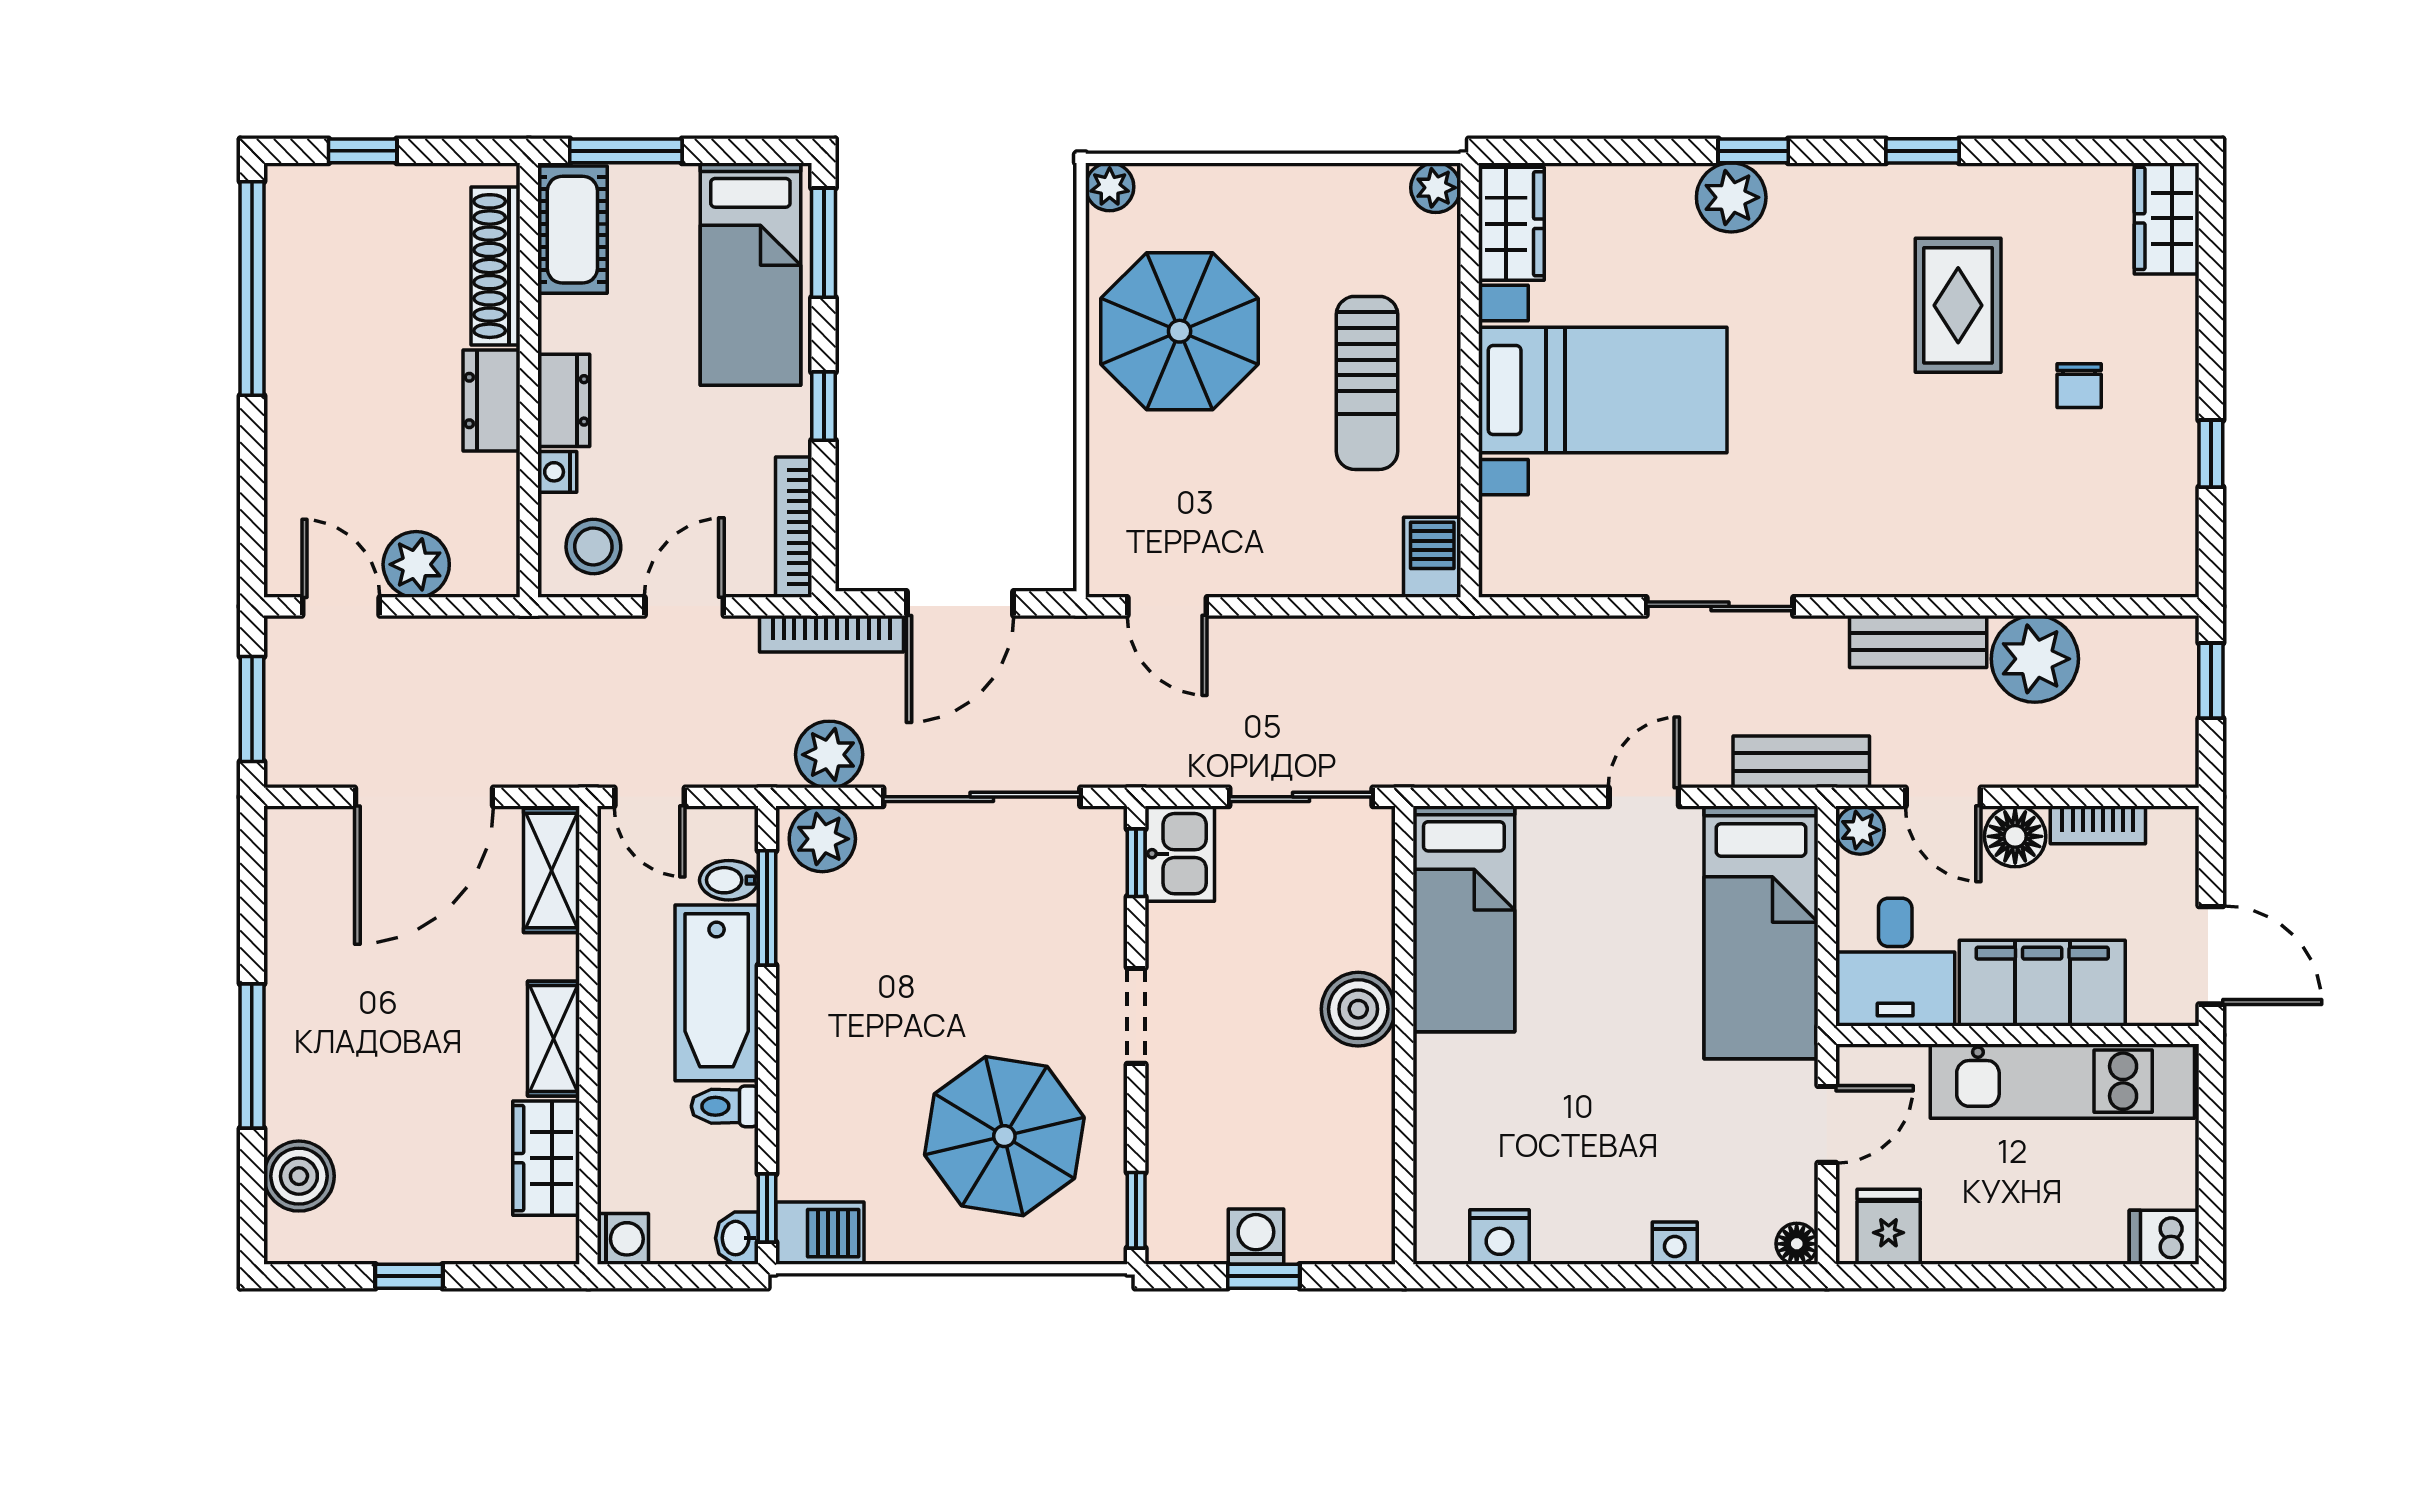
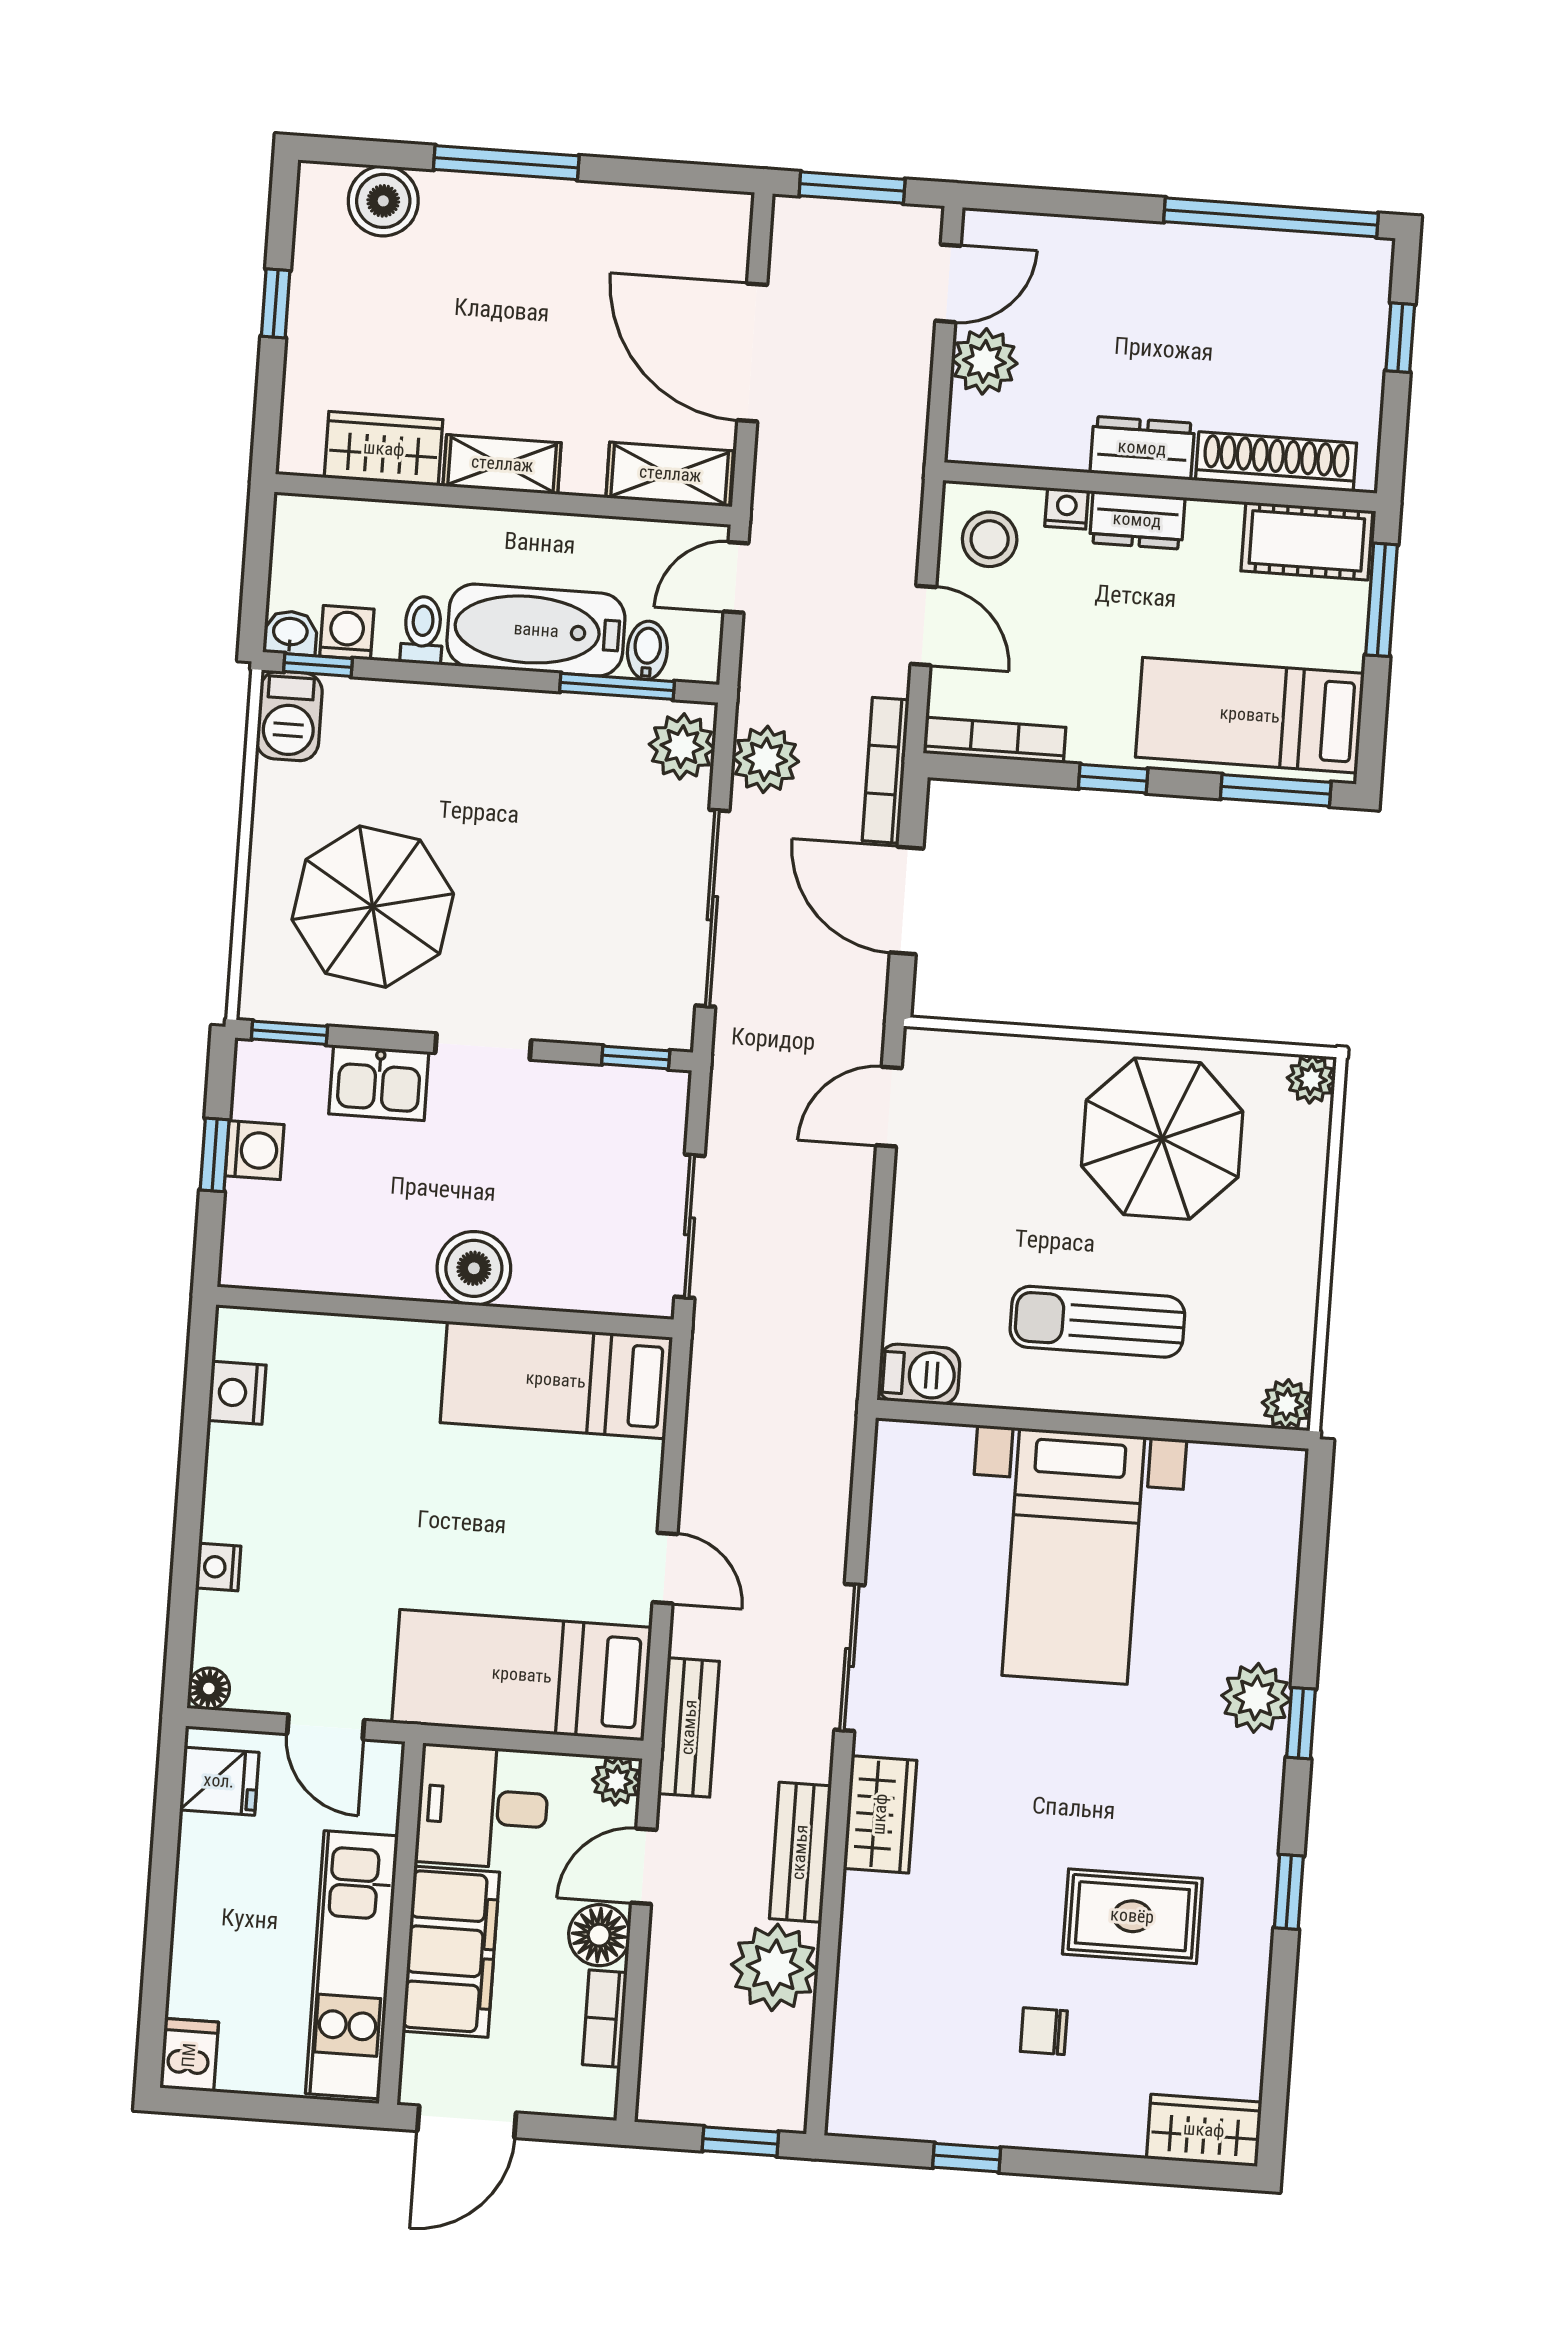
wardrobe: (1511, 224) -> (880, 1814), moved, turned -90
kitchen sink: (1180, 854) -> (379, 1083), moved
washing machine: (623, 1239) -> (347, 633), moved, turned 180

